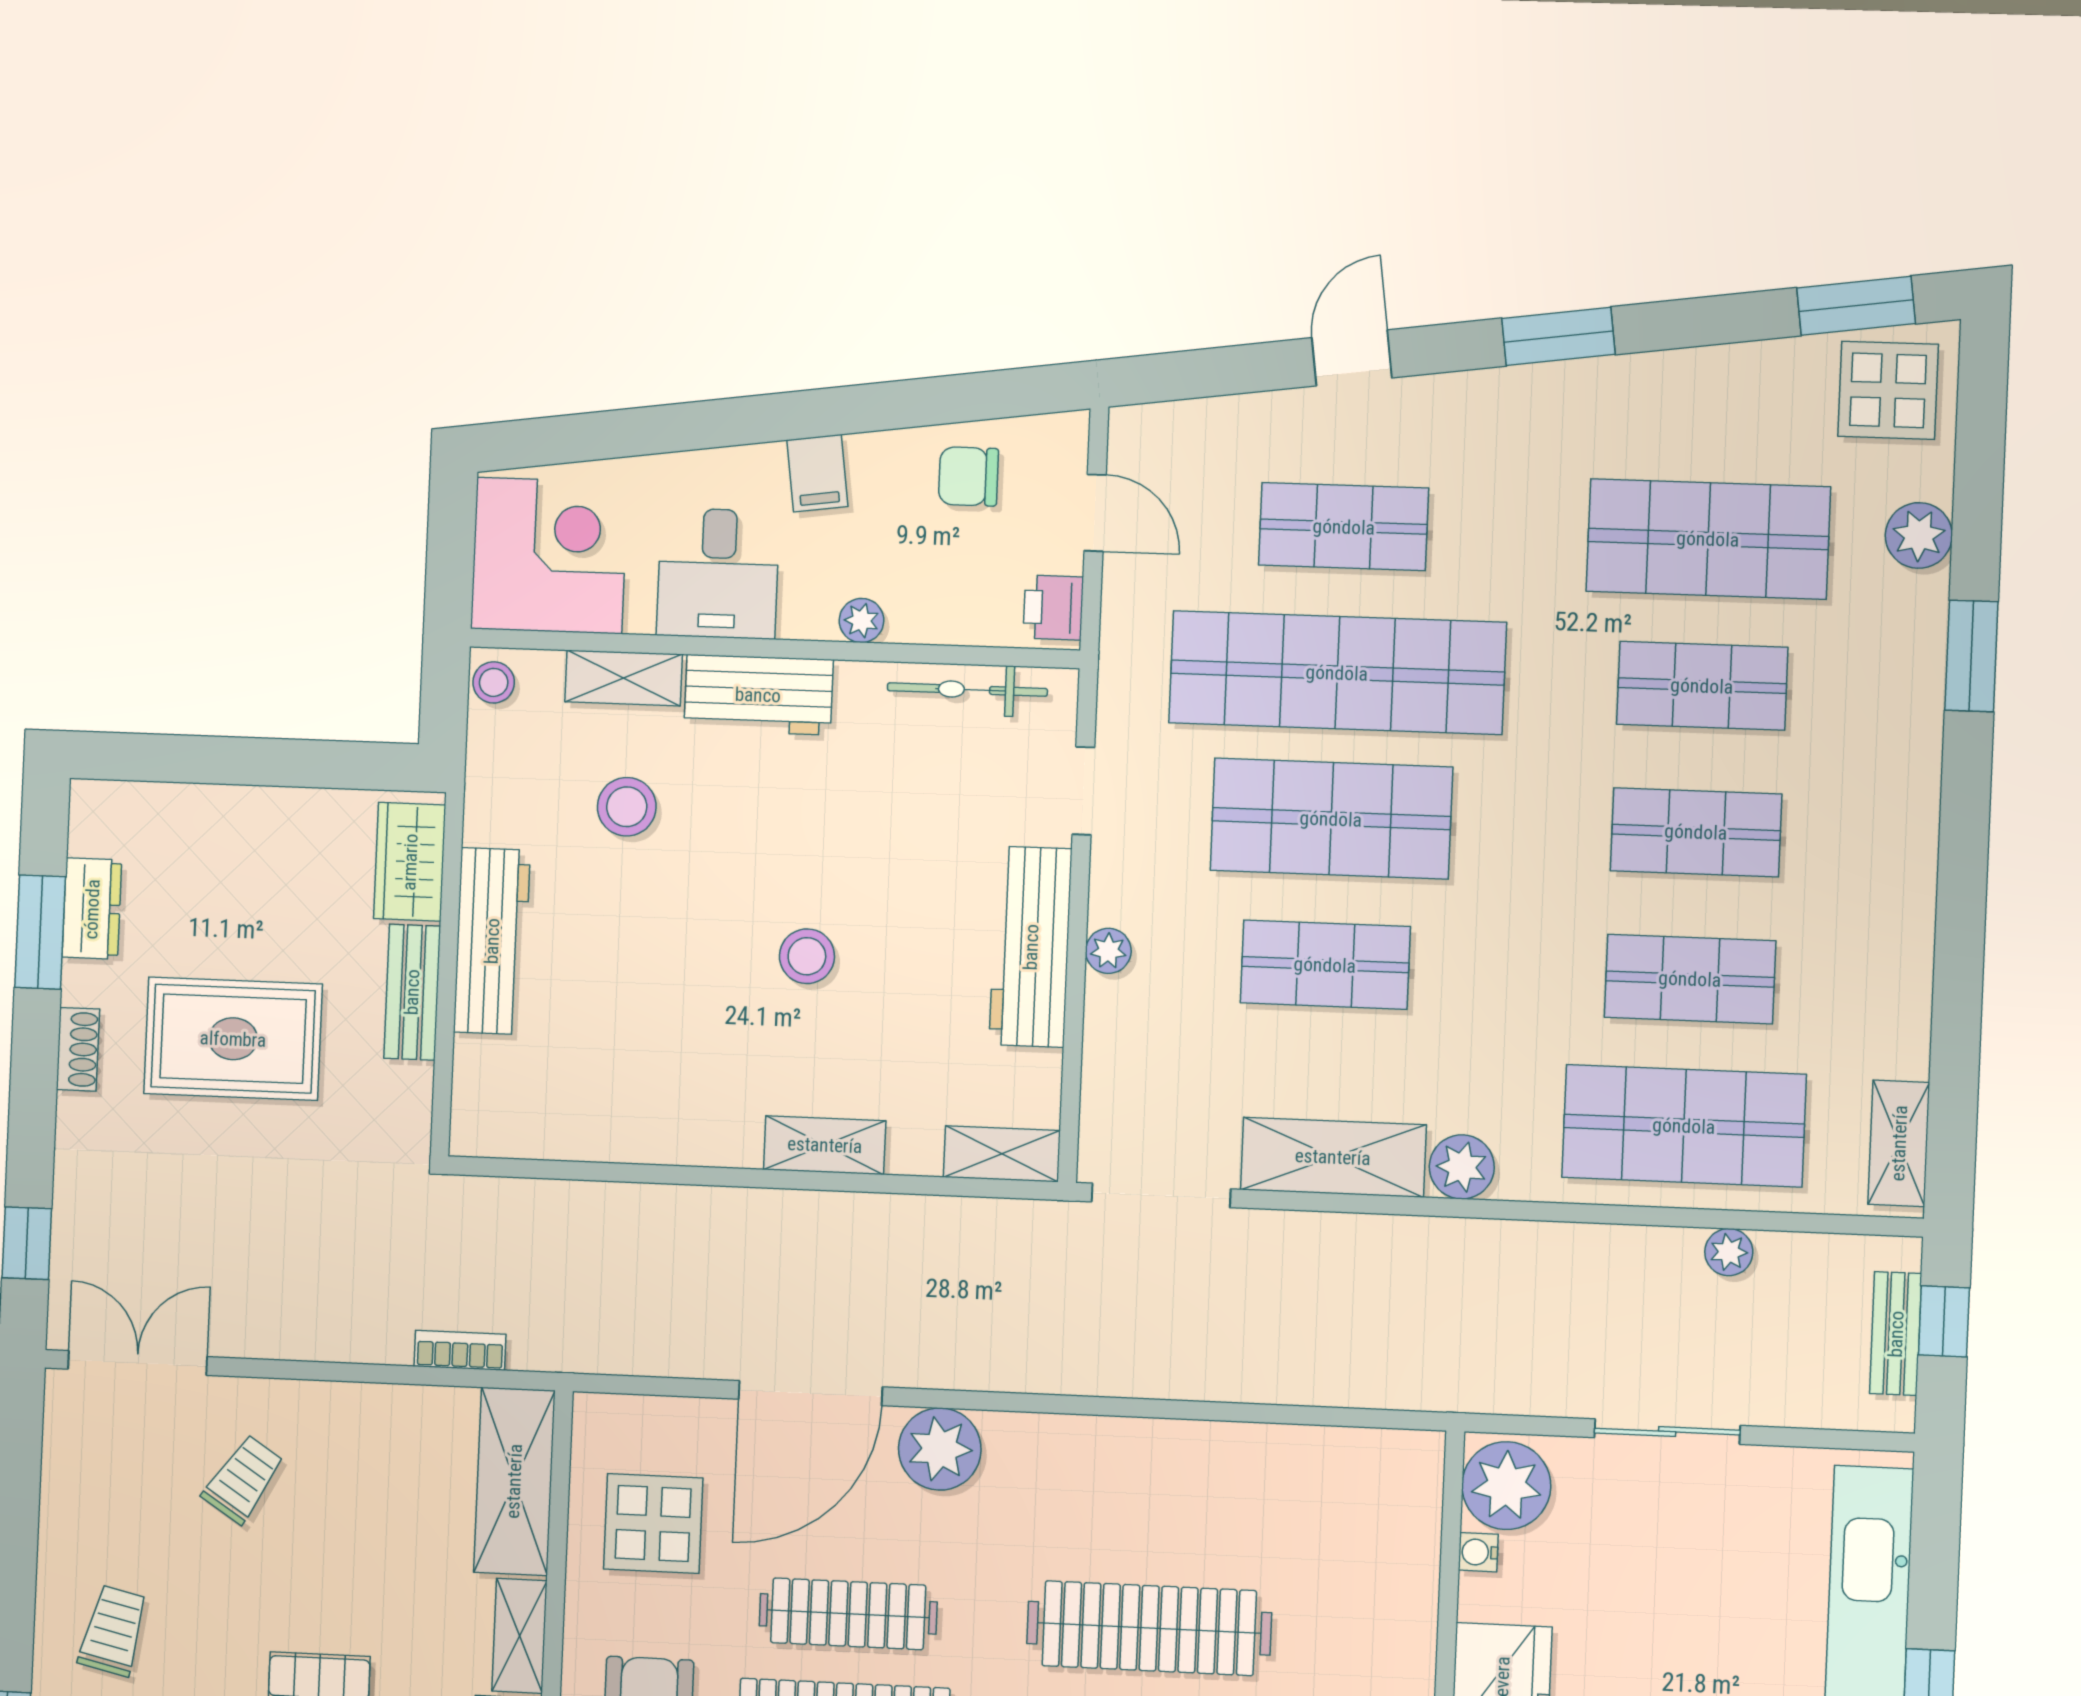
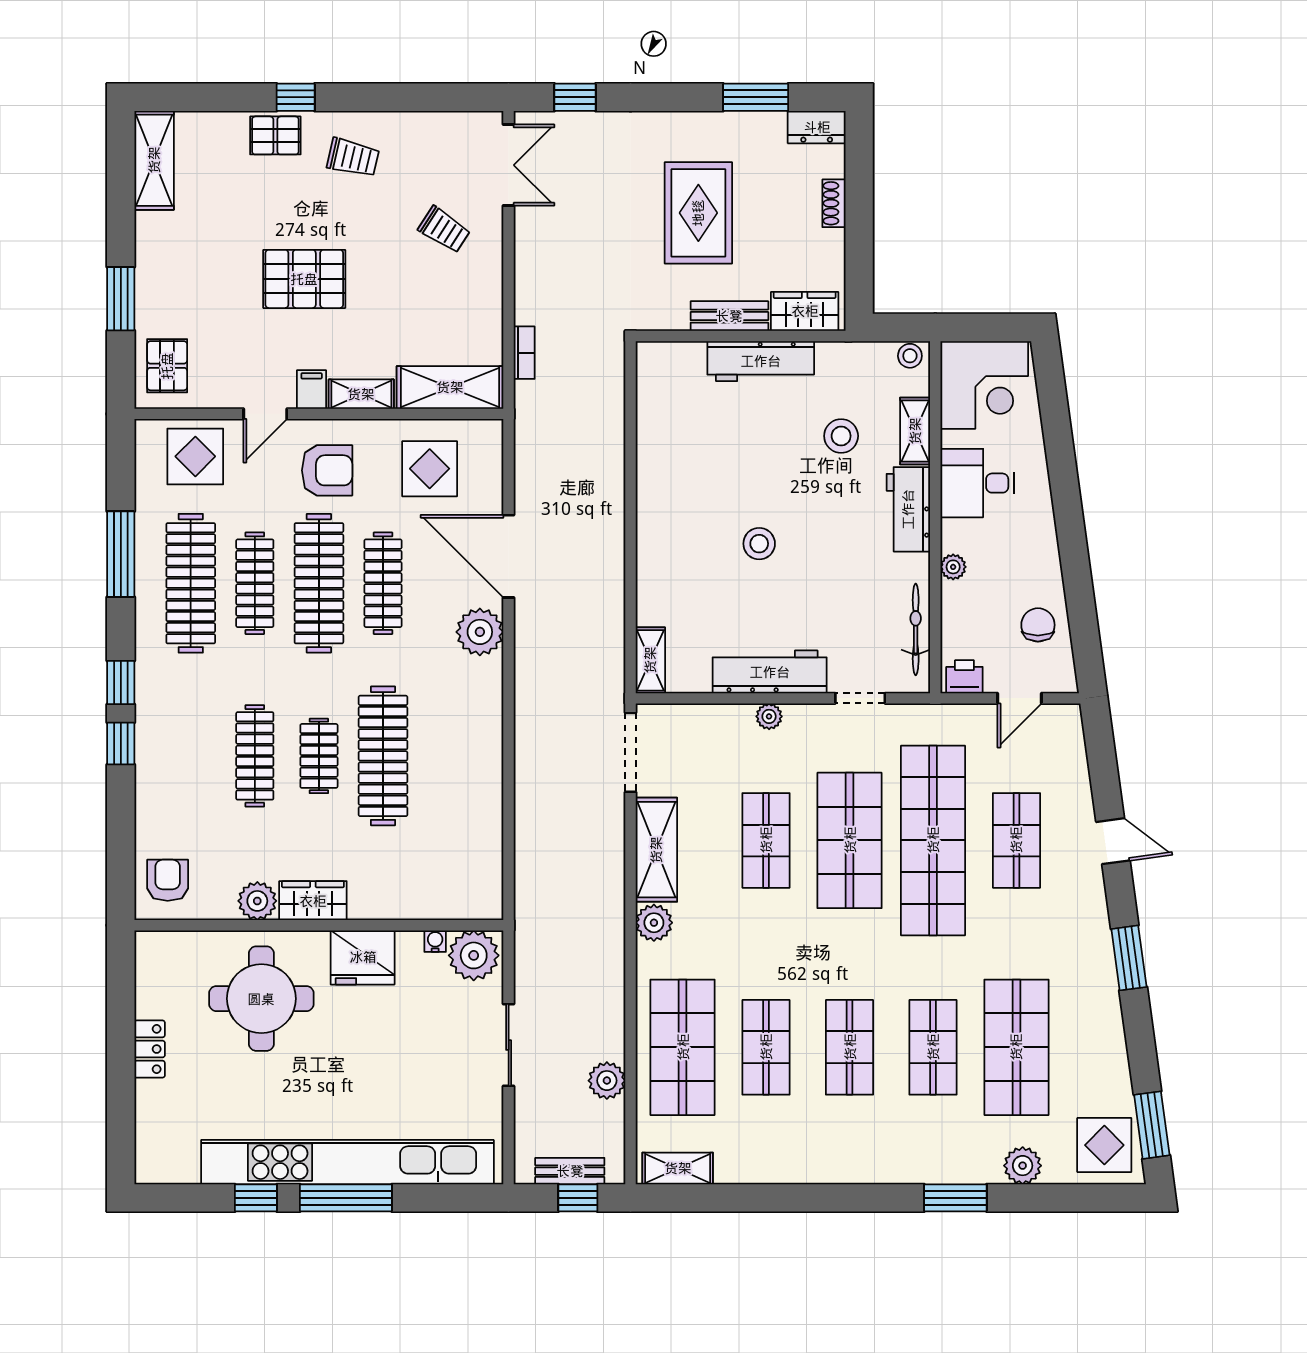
filing cabinet: (817, 473) -> (1037, 538), removed
dresser: (92, 909) -> (817, 127), moved
shoe rack: (78, 1049) -> (834, 203), moved, turned 90
shelving: (825, 1145) -> (651, 558), removed
plant: (1729, 1252) -> (607, 1081), width x1.38, depth x1.38

